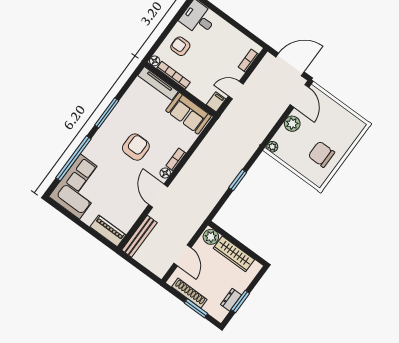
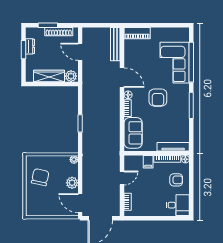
filing cabinet: (216, 102) -> (148, 162), moved
sofa: (189, 113) -> (133, 133), moved, turned 90
chair: (321, 154) -> (40, 177), turned -78
corner sofa: (80, 186) -> (175, 63), moved

